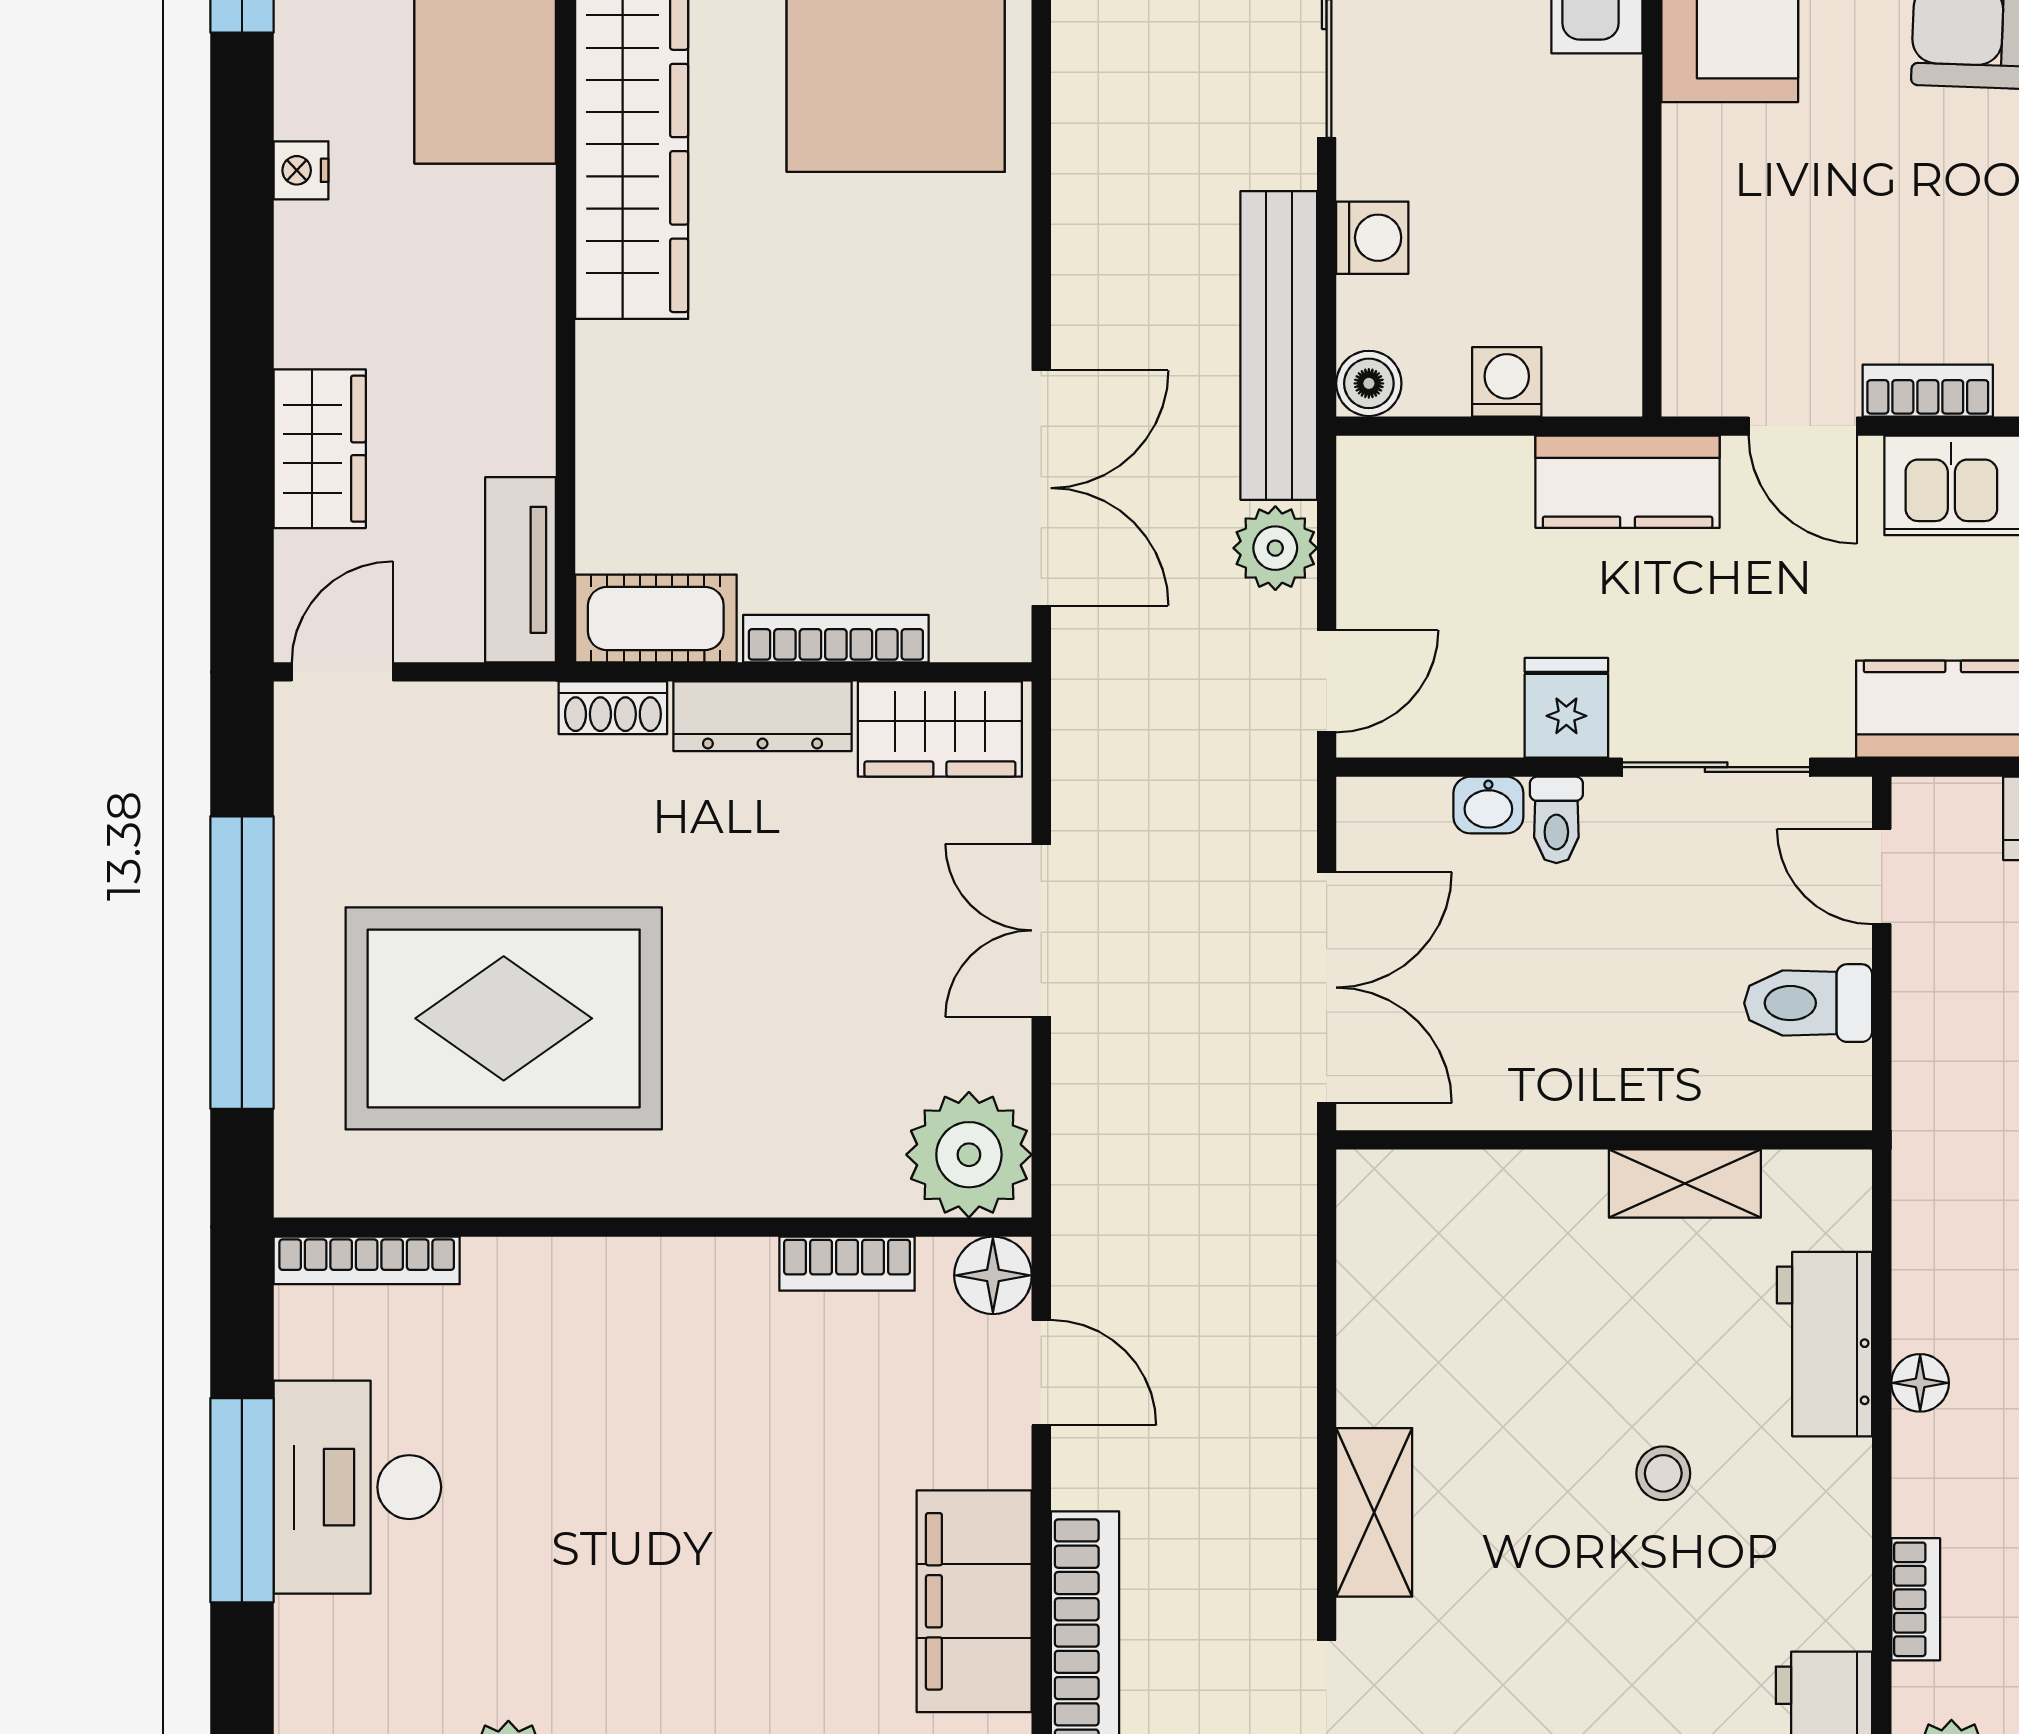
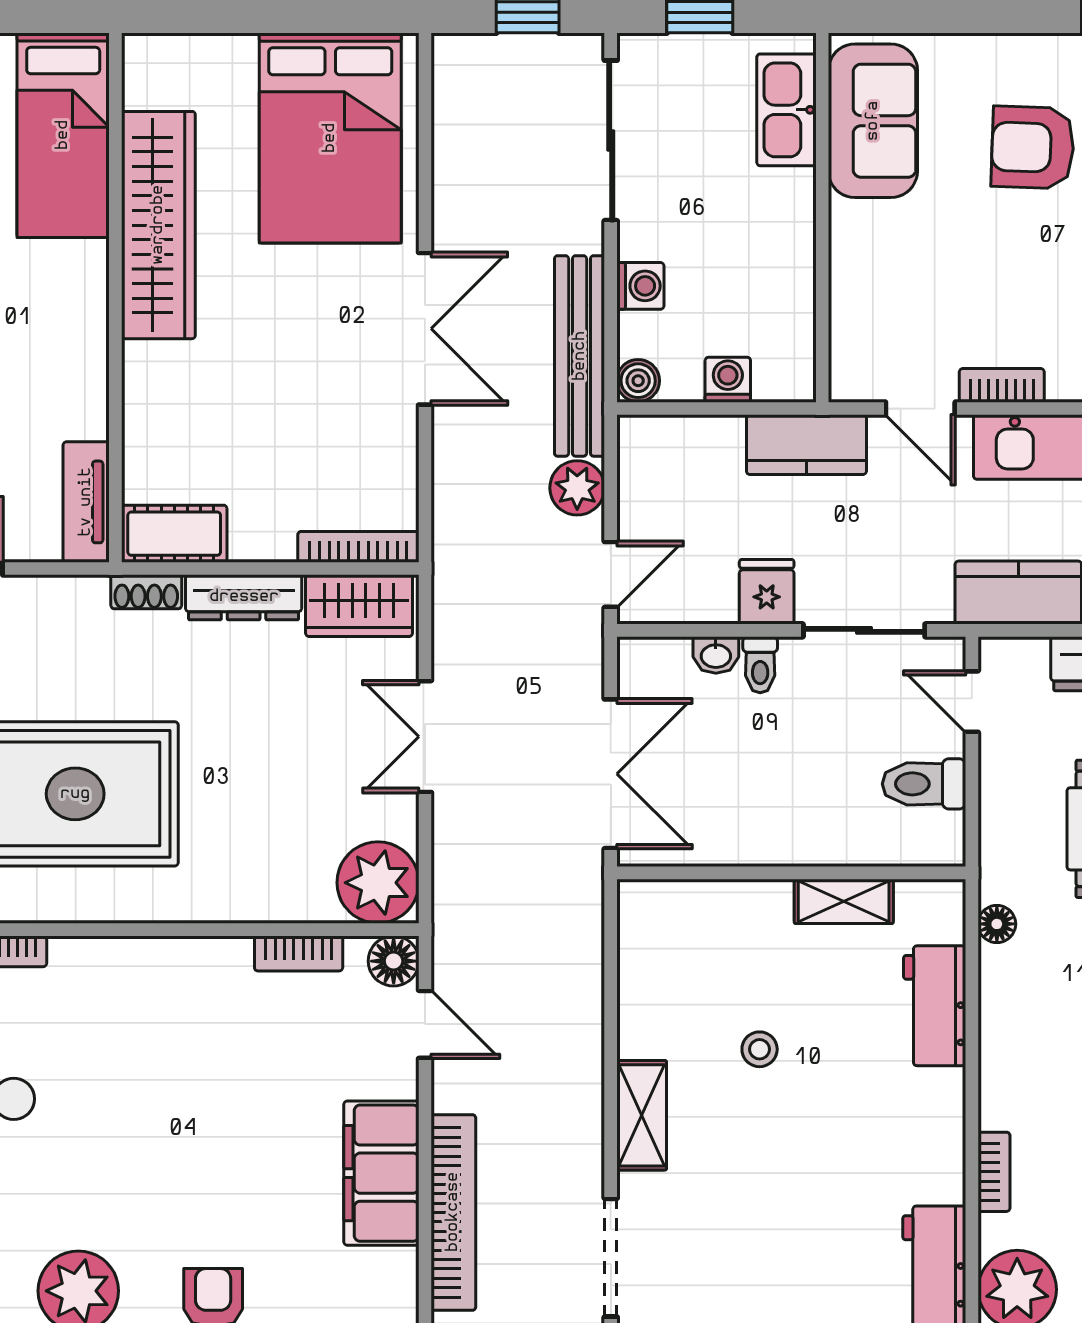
double door: (1041, 488) -> (425, 329), moved
bookcase: (836, 639) -> (358, 547), moved
floor lamp: (1920, 1383) -> (997, 924), moved
stool: (1663, 1473) -> (760, 1049), moved

